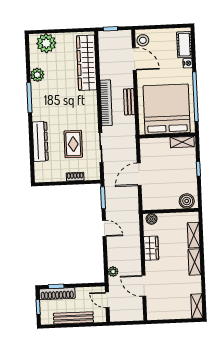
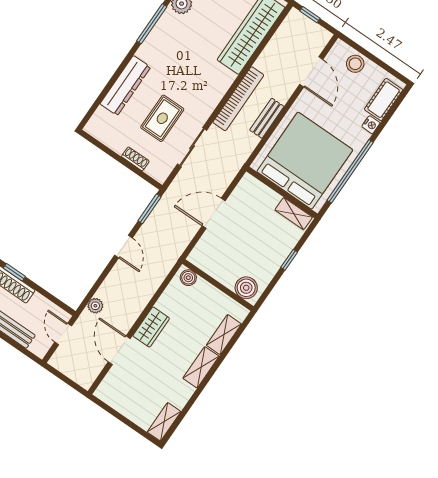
stool: (143, 40) -> (355, 64), moved
wardrobe: (151, 248) -> (151, 327), moved

